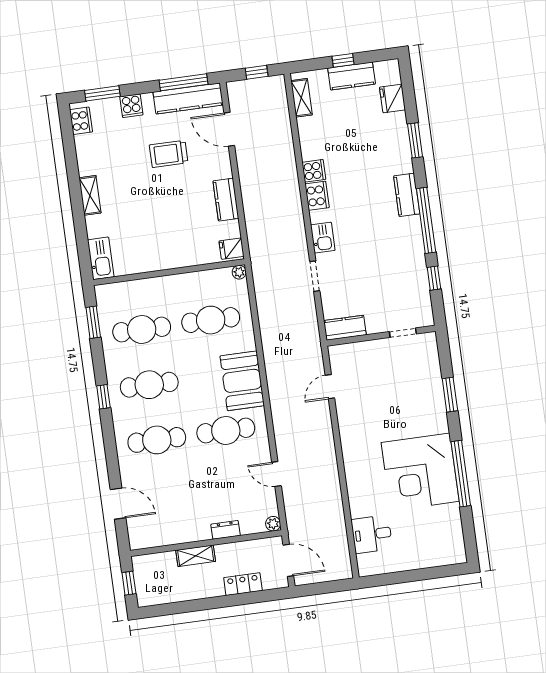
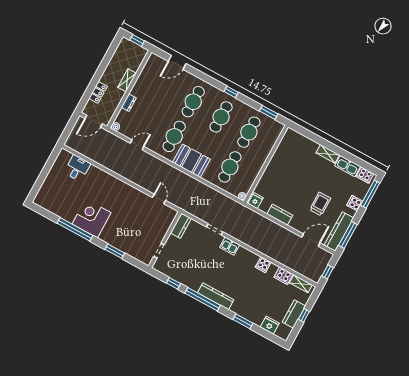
window: (102, 93) -> (370, 194), width x1.44
kitchen counter: (407, 195) -> (216, 296), width x1.50
cooker: (317, 196) -> (284, 276), moved
kitchen sink: (101, 258) -> (348, 166), moved
corner desk: (420, 472) -> (92, 218), width x0.74, depth x0.74

